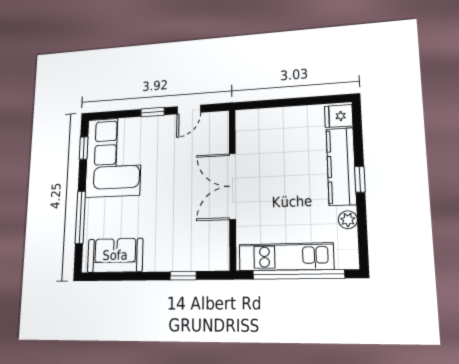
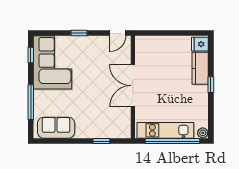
door: (189, 109) -> (118, 33), moved
kitchen counter: (341, 166) -> (200, 68), width x0.67
plant: (348, 220) -> (203, 133), moved

